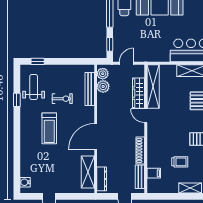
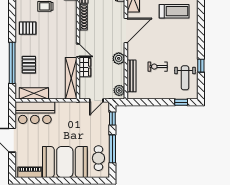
plant: (103, 86) -> (119, 58), moved
wardrobe: (139, 93) -> (85, 67), width x0.67
treadmill: (49, 128) -> (174, 11), moved, turned 90

